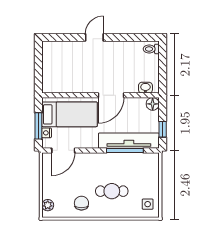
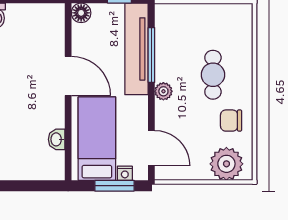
washbasin: (145, 88) -> (57, 139), moved
plant: (101, 158) -> (163, 91), added
side table: (148, 204) -> (233, 21), removed
plant: (48, 205) -> (226, 164), width x1.87, depth x1.87

